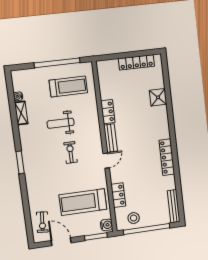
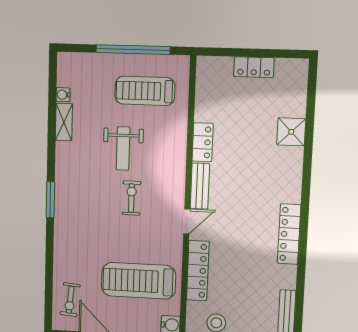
locker: (136, 62) -> (254, 67), width x0.66
treadmill: (68, 86) -> (145, 91), turned 180
weight bench: (61, 123) -> (123, 148), turned -90
locker: (118, 195) -> (198, 271), width x1.53

